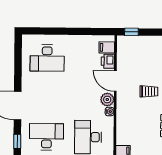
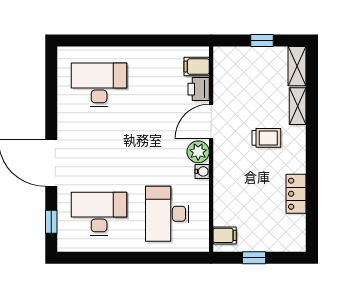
window: (131, 32) -> (262, 41), moved
desk: (47, 58) -> (99, 85), turned 180
door: (115, 81) -> (211, 121), hinge flipped

